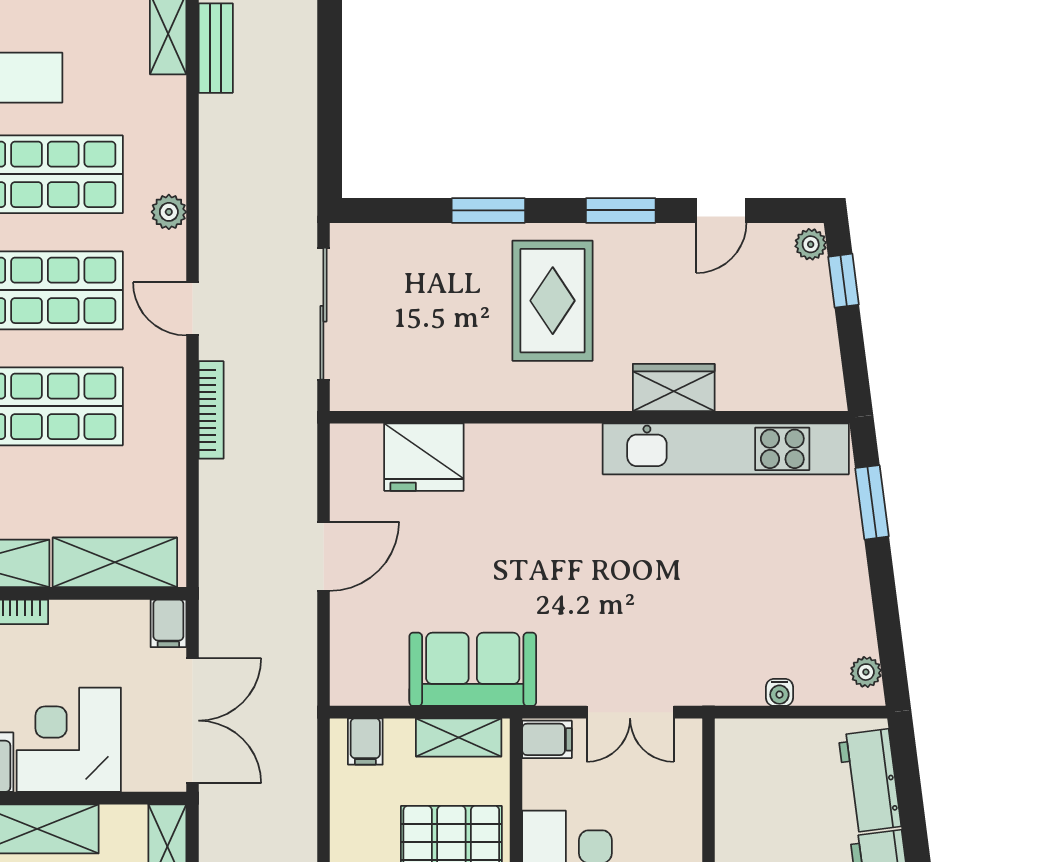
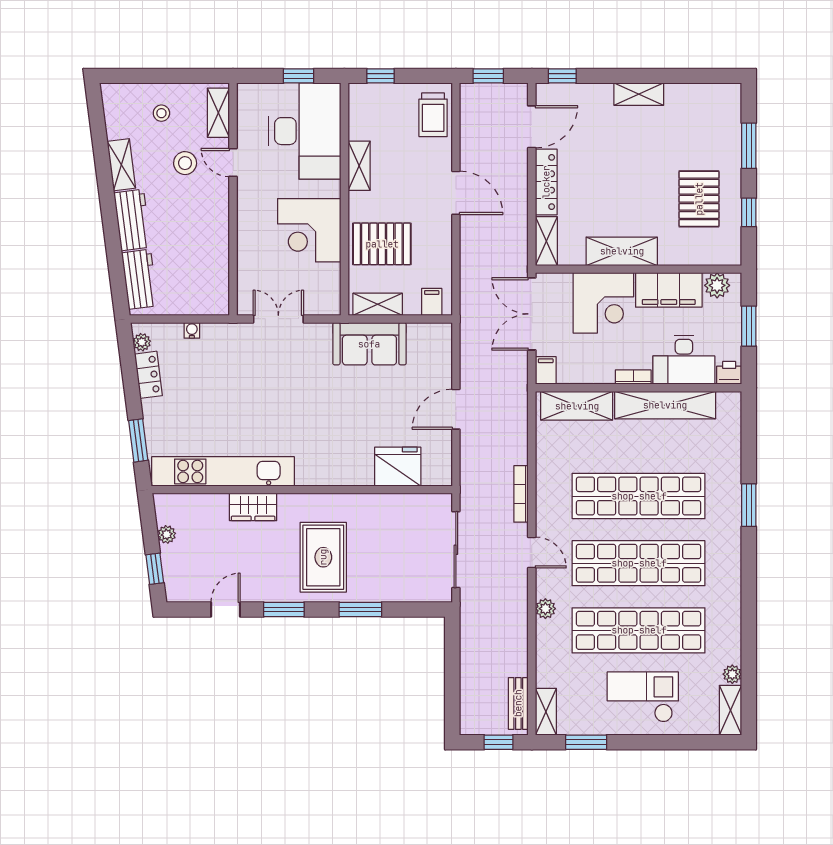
plant: (811, 244) -> (167, 534), moved
locker: (854, 616) -> (148, 375), added
filing cabinet: (547, 739) -> (327, 303), removed

